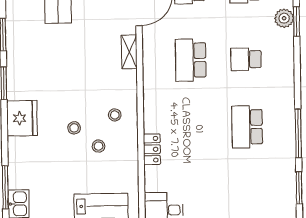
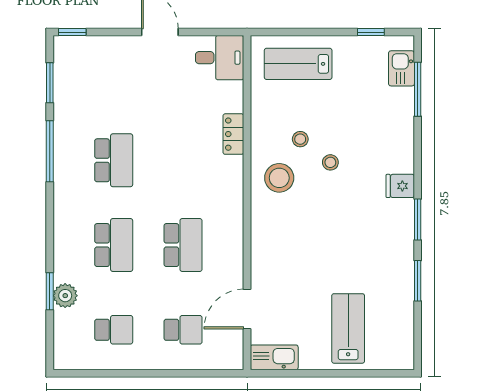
shelving: (129, 52) -> (260, 257), removed
school desk: (246, 59) -> (114, 245), width x1.85
stool: (115, 115) -> (279, 178), width x1.89, depth x1.89
fridge: (22, 118) -> (400, 186), width x0.53, depth x0.75

